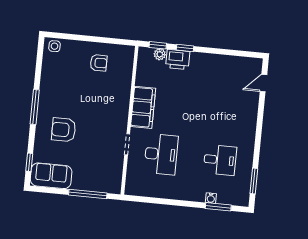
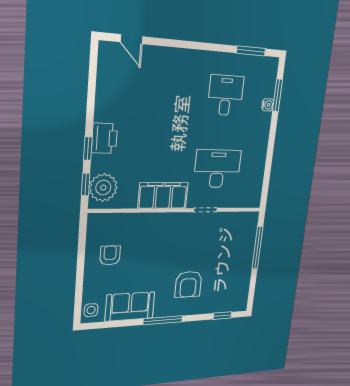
plant: (160, 54) -> (103, 188), width x1.87, depth x1.87
printer: (178, 59) -> (104, 138), moved
sofa: (51, 176) -> (130, 307), moved, turned 90

